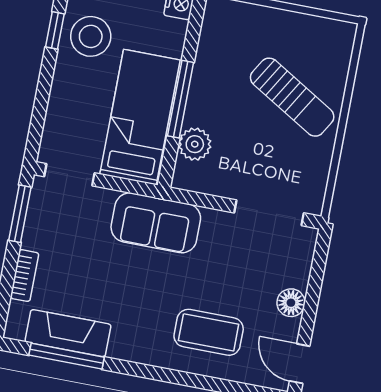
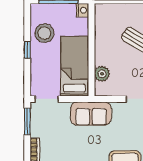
window: (55, 30) -> (27, 50), moved
window: (181, 99) -> (91, 54), removed

